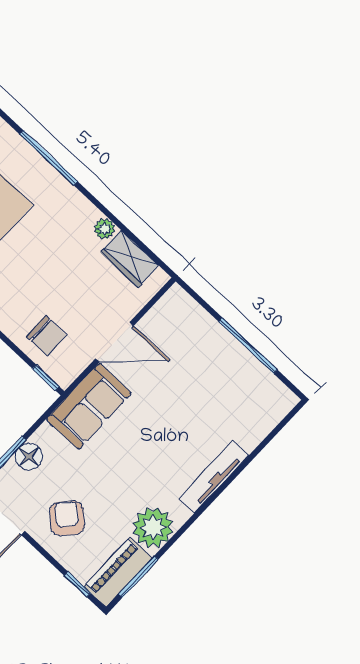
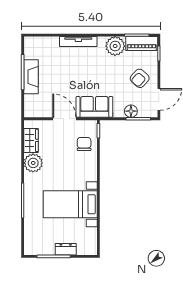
plant: (105, 229) -> (33, 163), width x1.87, depth x1.87
fireplace: (229, 352) -> (31, 77), added

